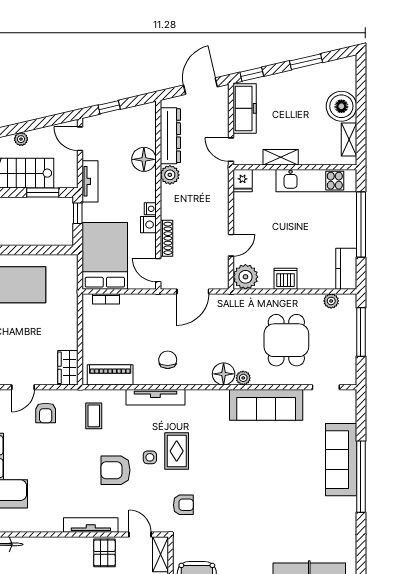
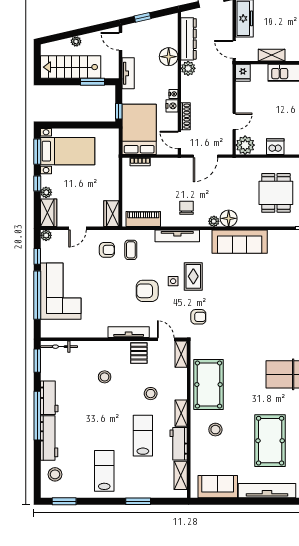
window: (78, 213) -> (119, 111), moved
plant: (243, 378) -> (214, 221), moved
sofa: (266, 405) -> (240, 242), moved
armchair: (46, 413) -> (107, 250), moved, turned -90

